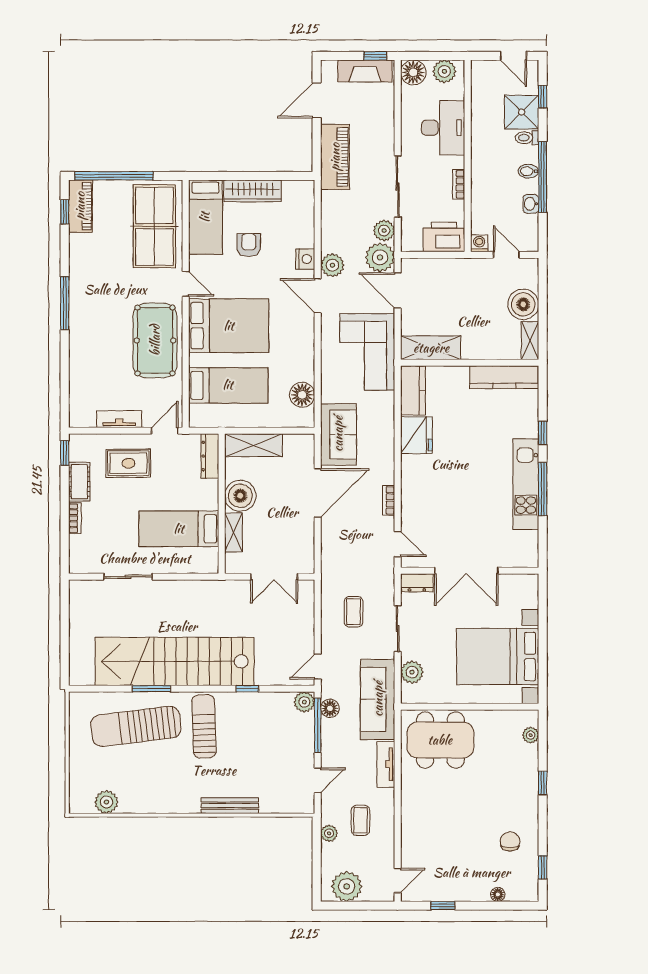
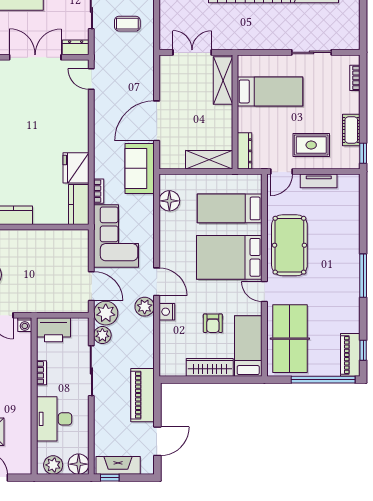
shelving: (431, 348) -> (64, 239), removed
boiler: (240, 496) -> (220, 118), removed
bookcase: (389, 500) -> (99, 191), moved
bookcase: (75, 518) -> (355, 78), moved
shelving: (233, 532) -> (223, 80), width x1.50, depth x1.33
coffee table: (353, 612) -> (127, 24), turned 90

